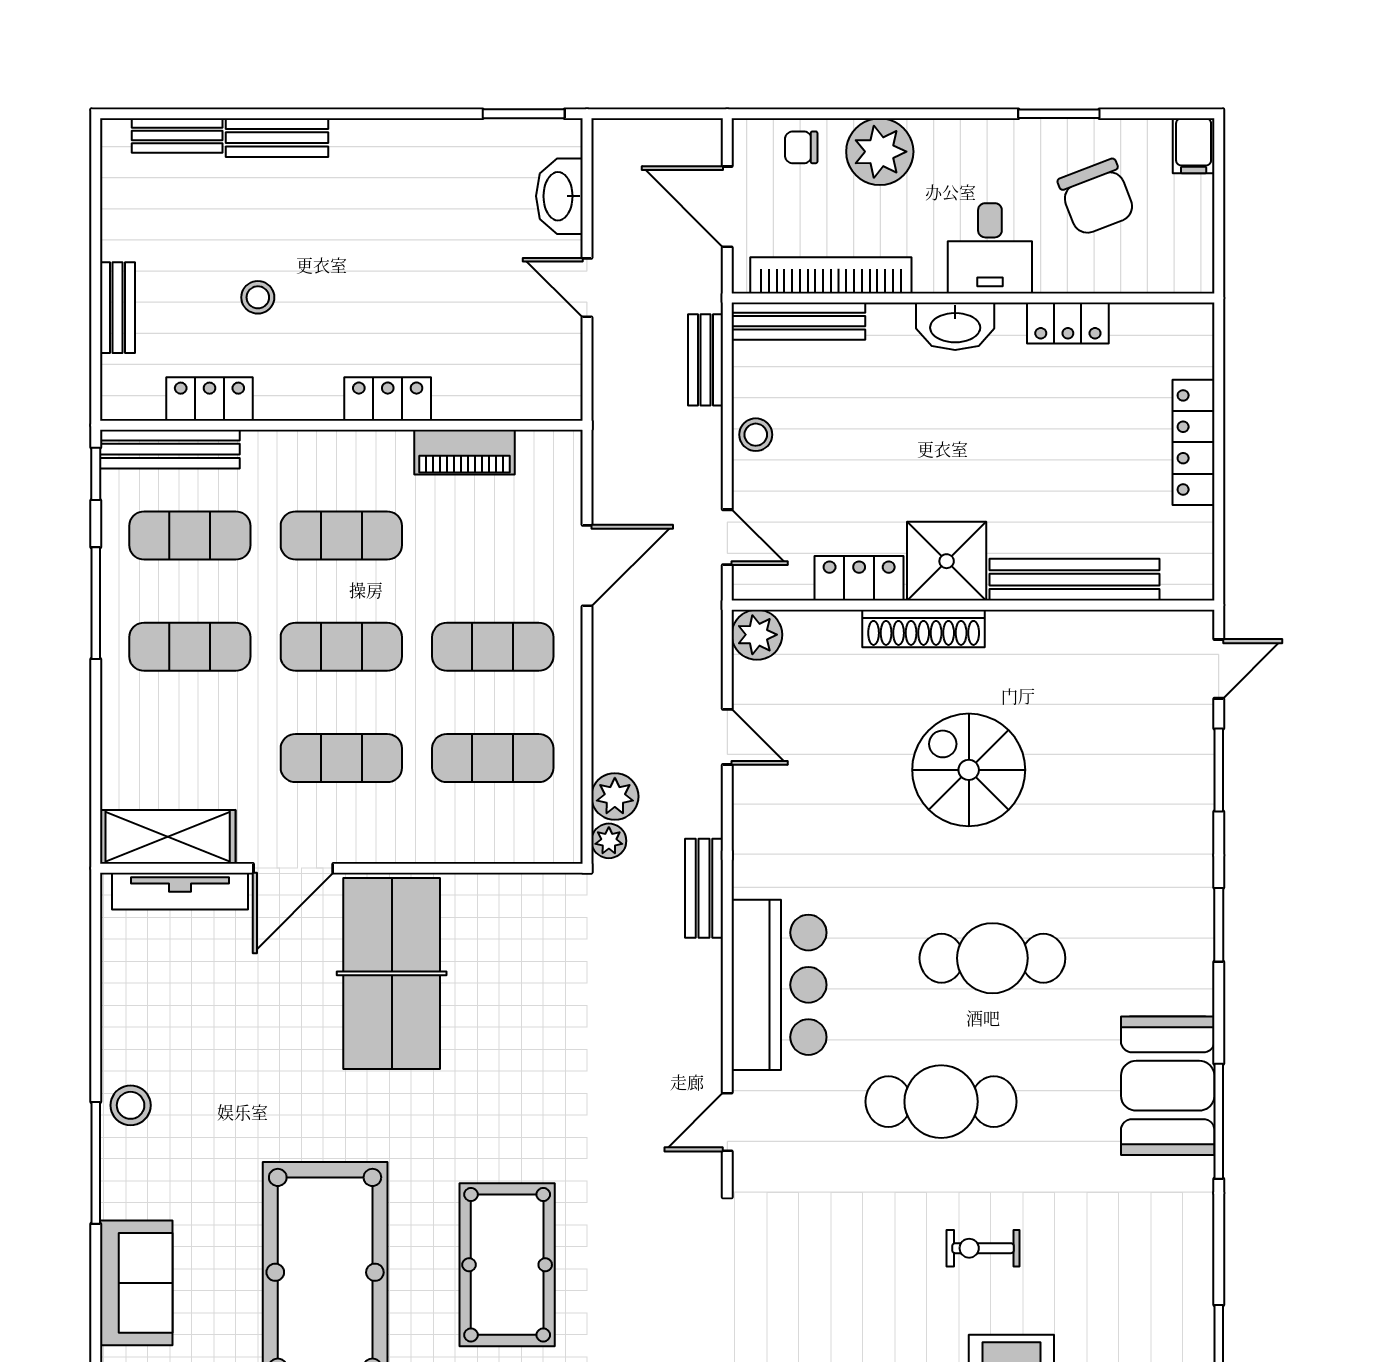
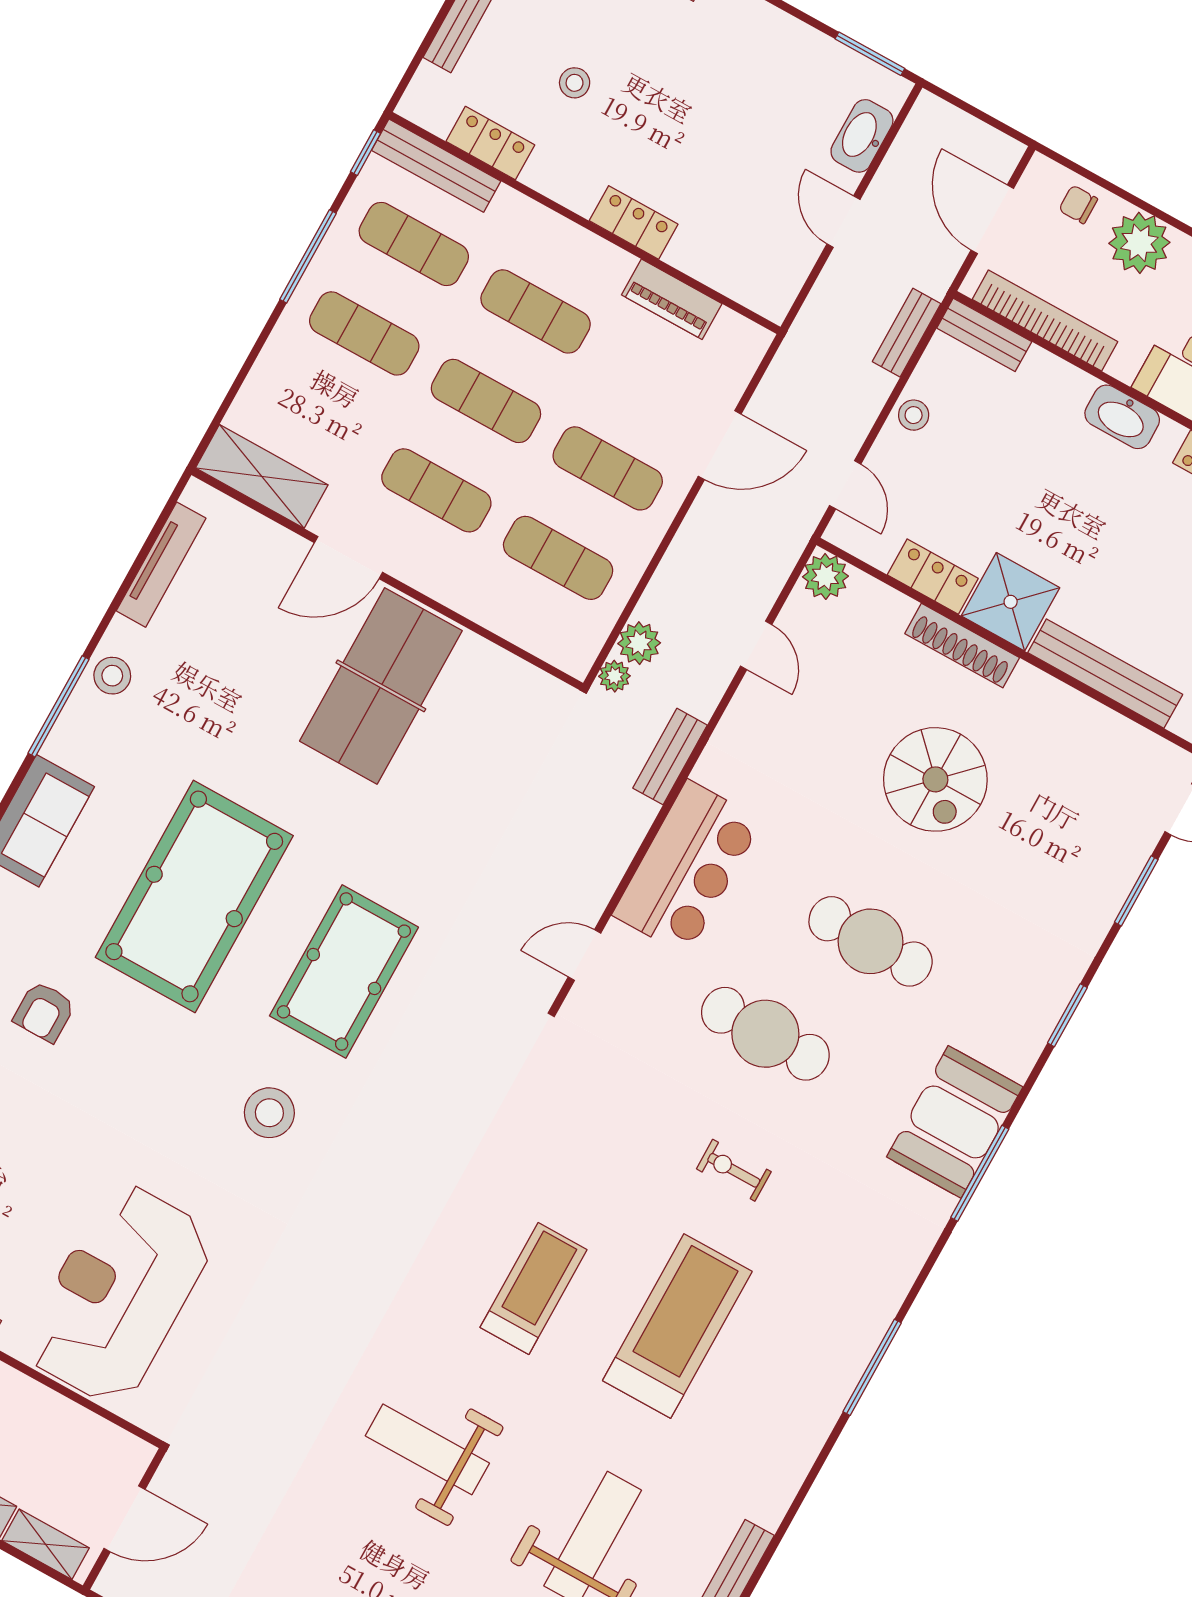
bench: (798, 321) -> (984, 335), width x0.73
spiral stairs: (969, 770) -> (935, 779), turned 180
tv unit: (180, 891) -> (161, 565), moved, turned -90

